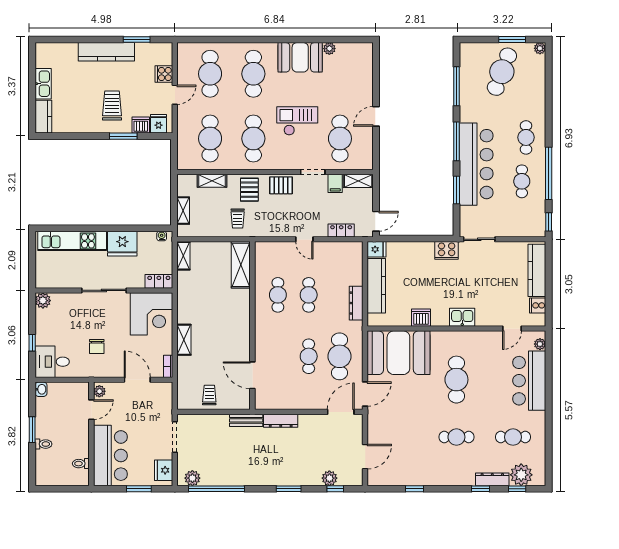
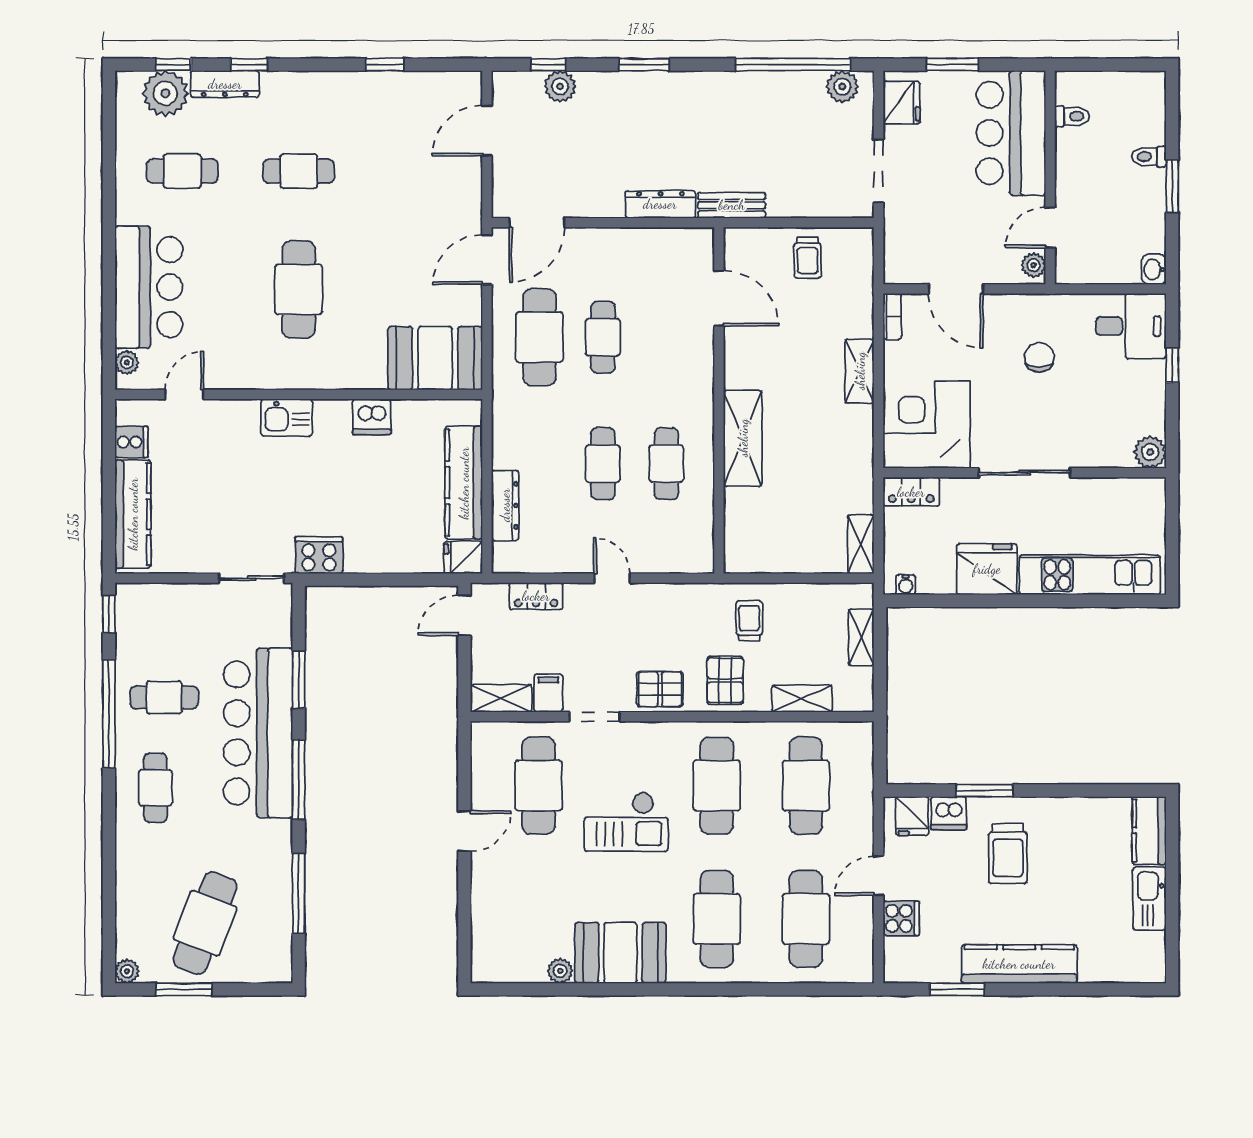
cafe table: (522, 181) -> (164, 697), turned 90
shelving: (241, 265) -> (743, 438), moved
dresser: (356, 303) -> (505, 505), moved
booth: (398, 353) -> (435, 358), width x0.73, depth x0.70

